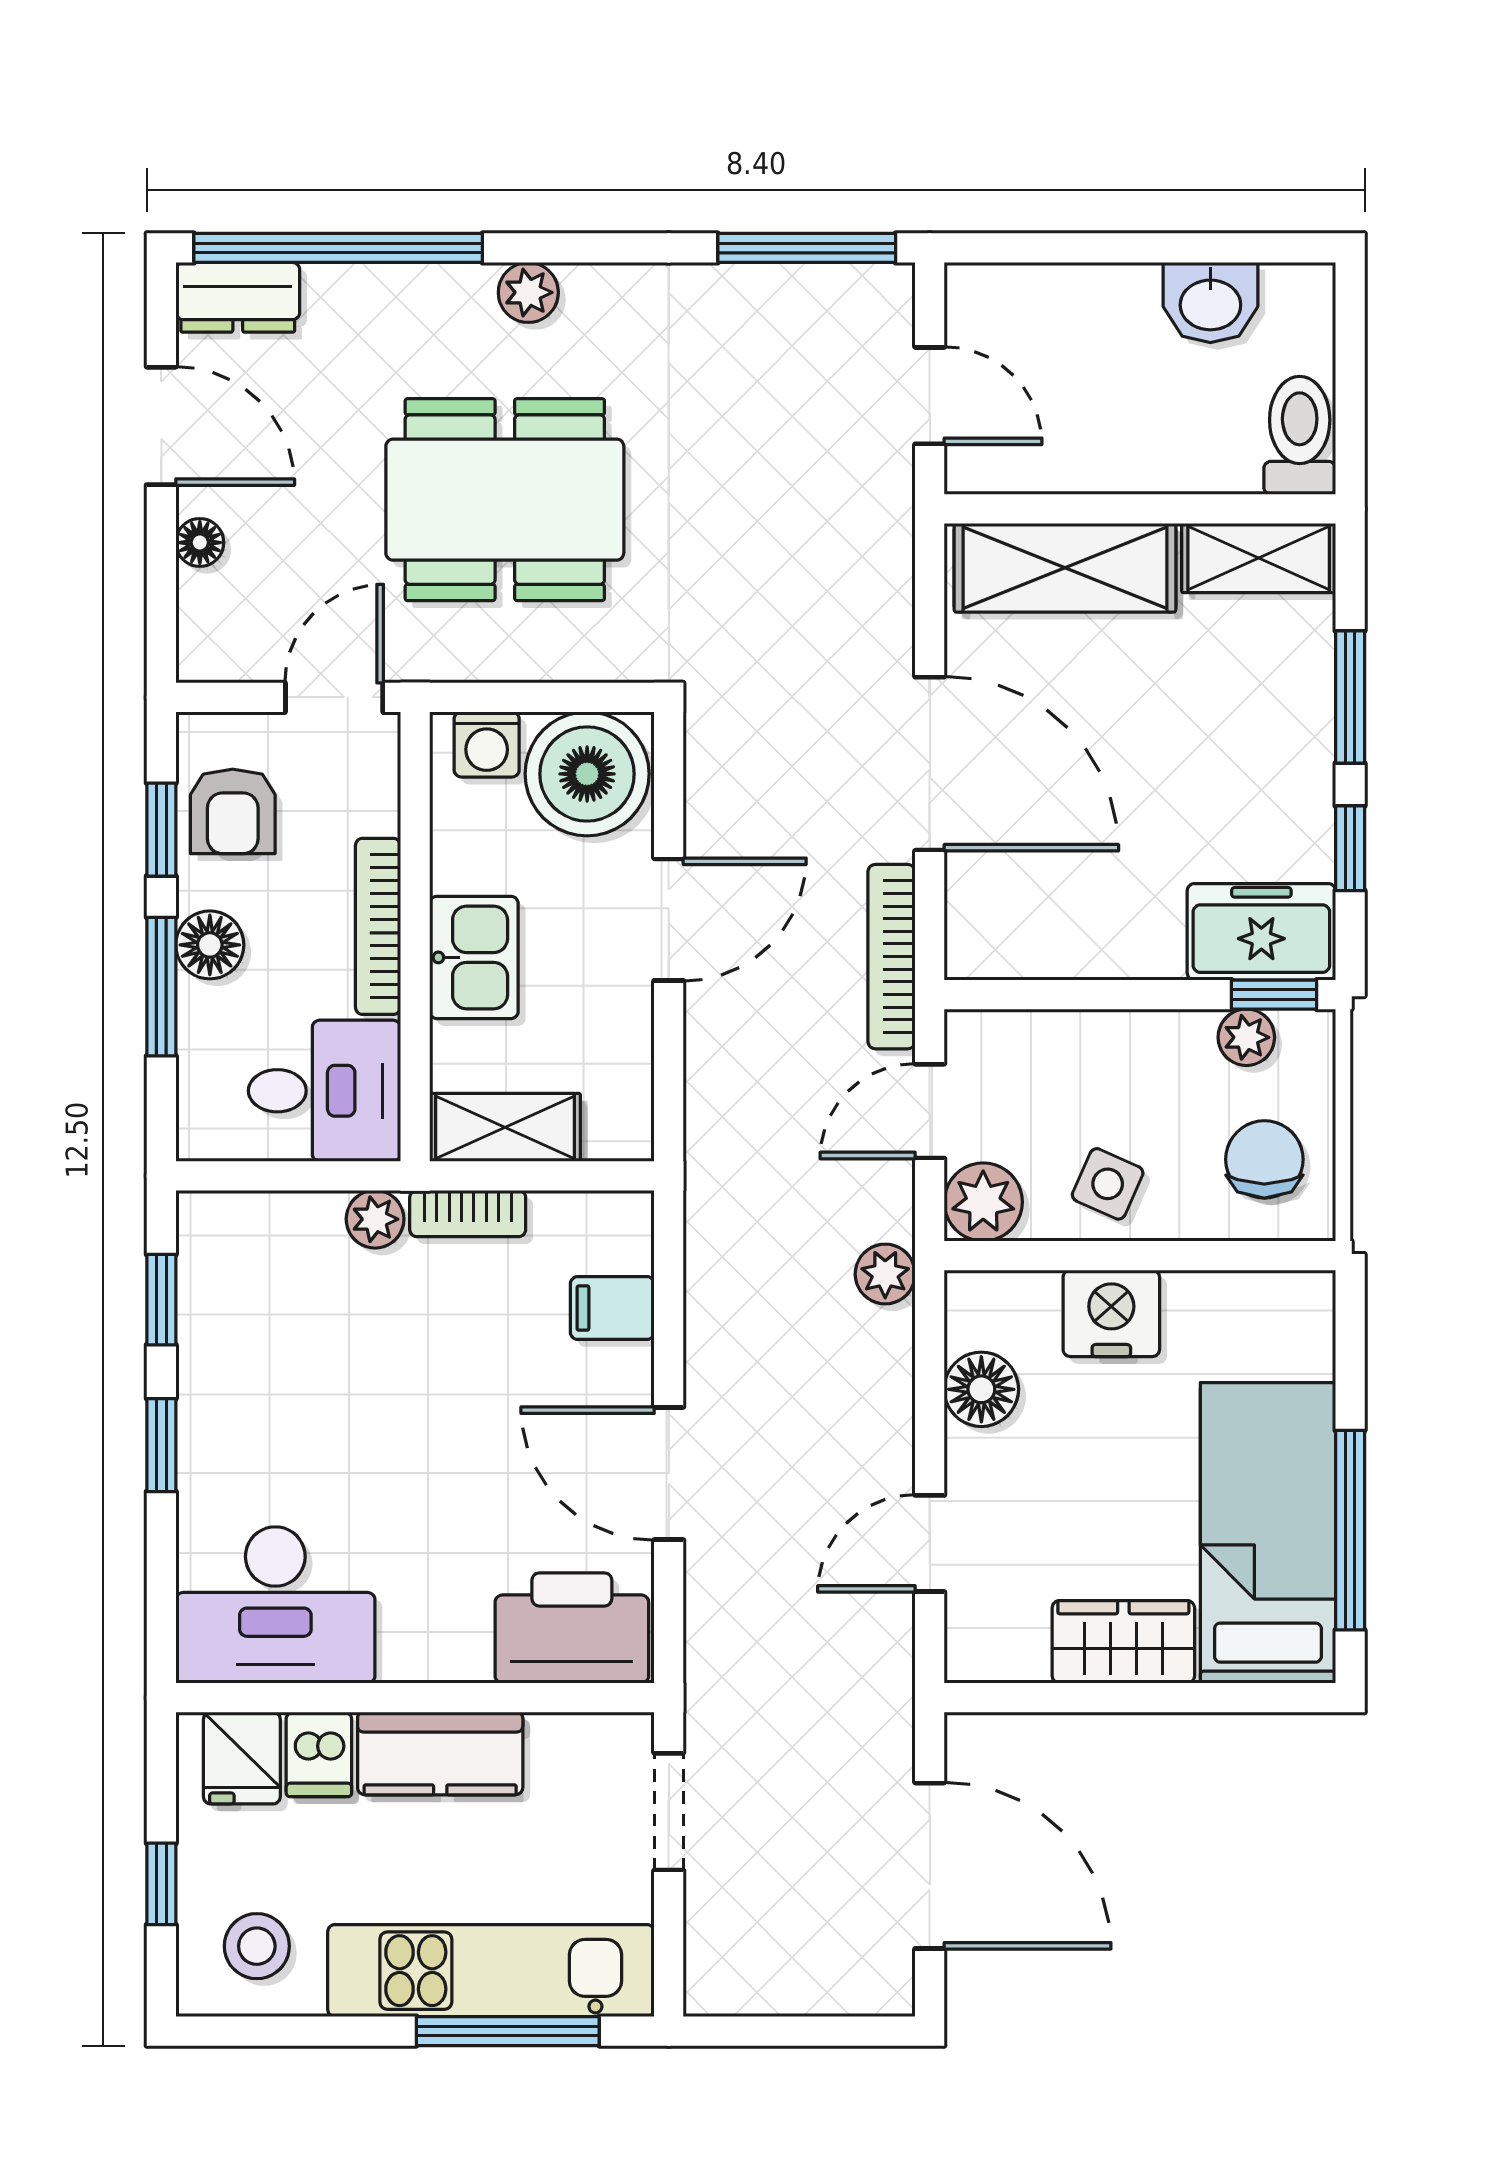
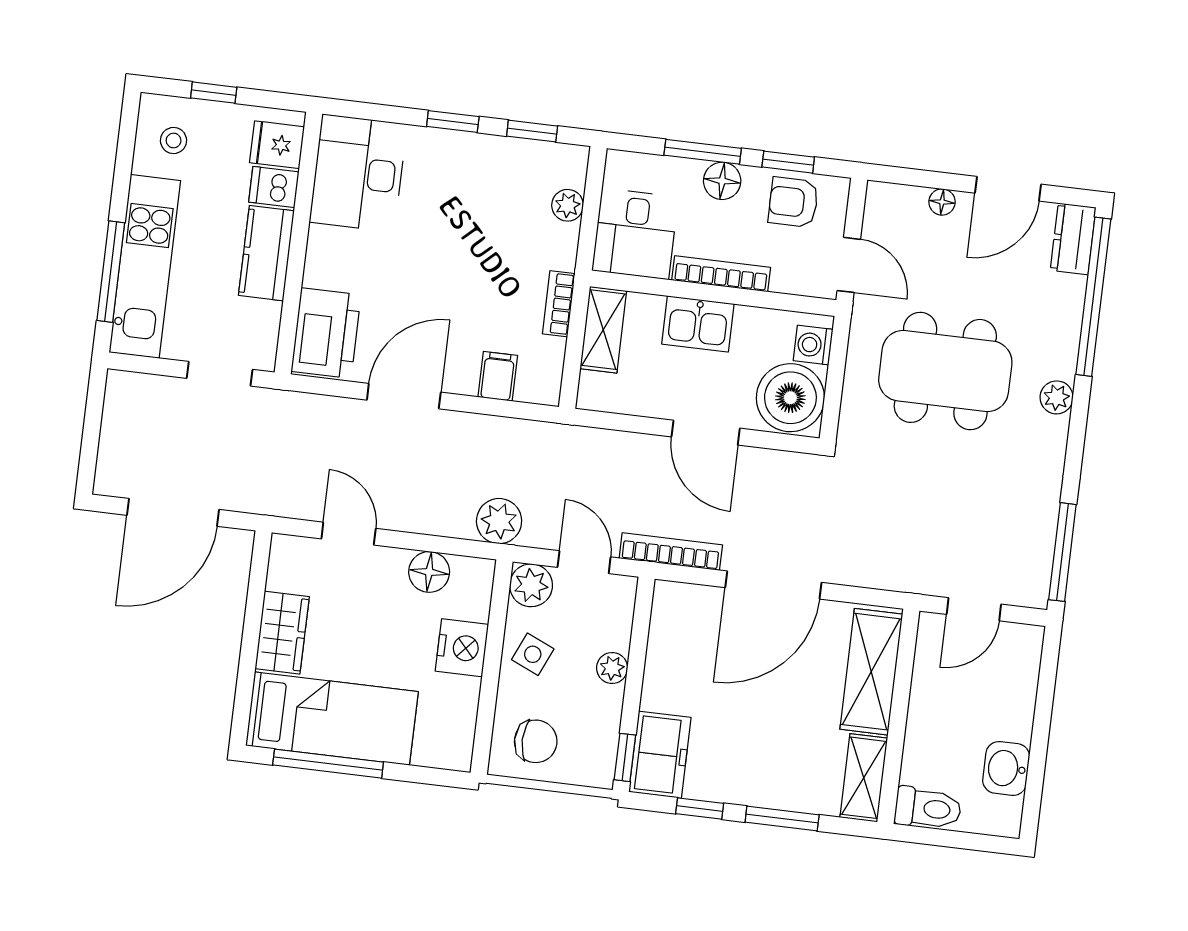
dining table: (505, 500) -> (945, 371), turned 90
plant: (1246, 1037) -> (612, 668), moved
plant: (375, 1219) -> (568, 205), moved
plant: (885, 1274) -> (499, 521), width x1.38, depth x1.38
stool: (257, 1946) -> (174, 140), width x0.73, depth x0.73

